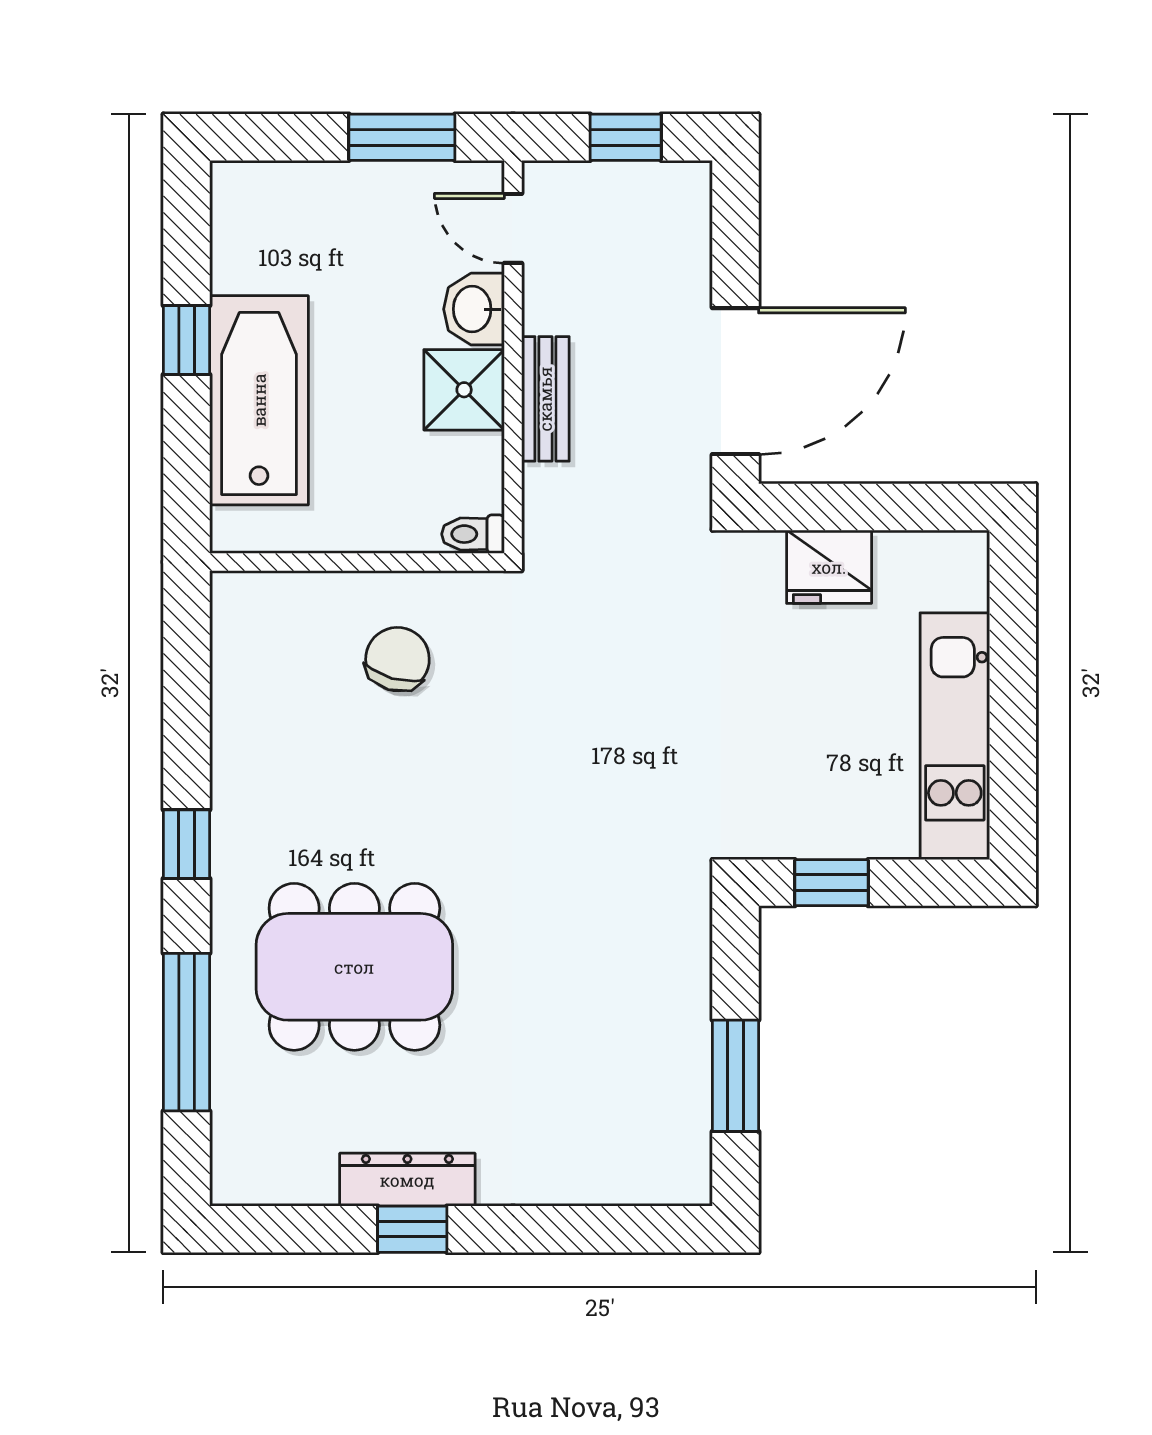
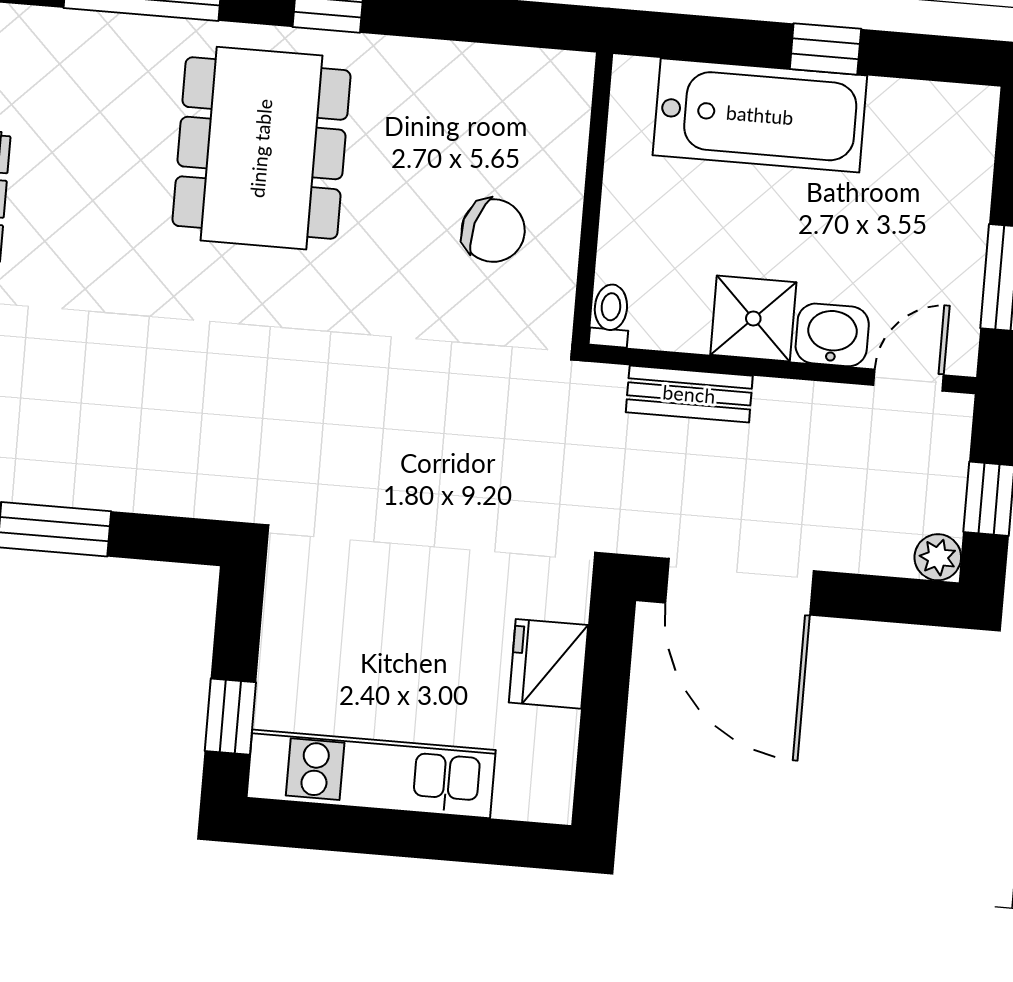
plant: (689, 184) -> (938, 557), added
bench: (545, 399) -> (689, 394), moved
window: (831, 883) -> (230, 717), moved
dining table: (354, 967) -> (261, 148), moved

